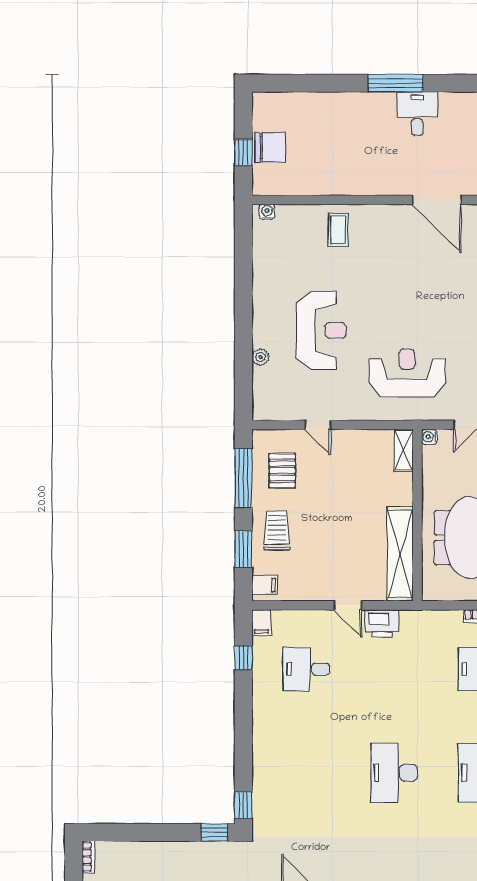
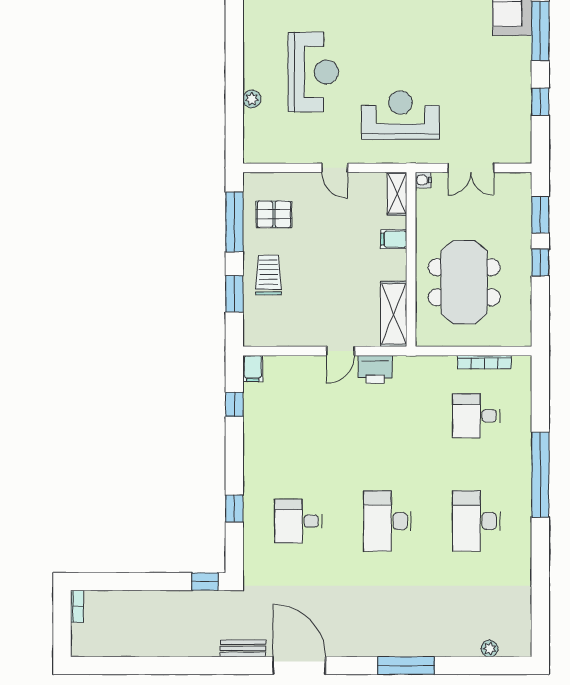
door: (318, 425) -> (335, 168), moved
pallet: (282, 471) -> (274, 214), turned 90
shelving: (400, 554) -> (394, 314), width x0.68
filing cabinet: (265, 585) -> (394, 239), moved, turned 180
door: (348, 605) -> (341, 351), hinge flipped
desk: (306, 669) -> (298, 521), moved
window: (243, 805) -> (234, 508), moved

